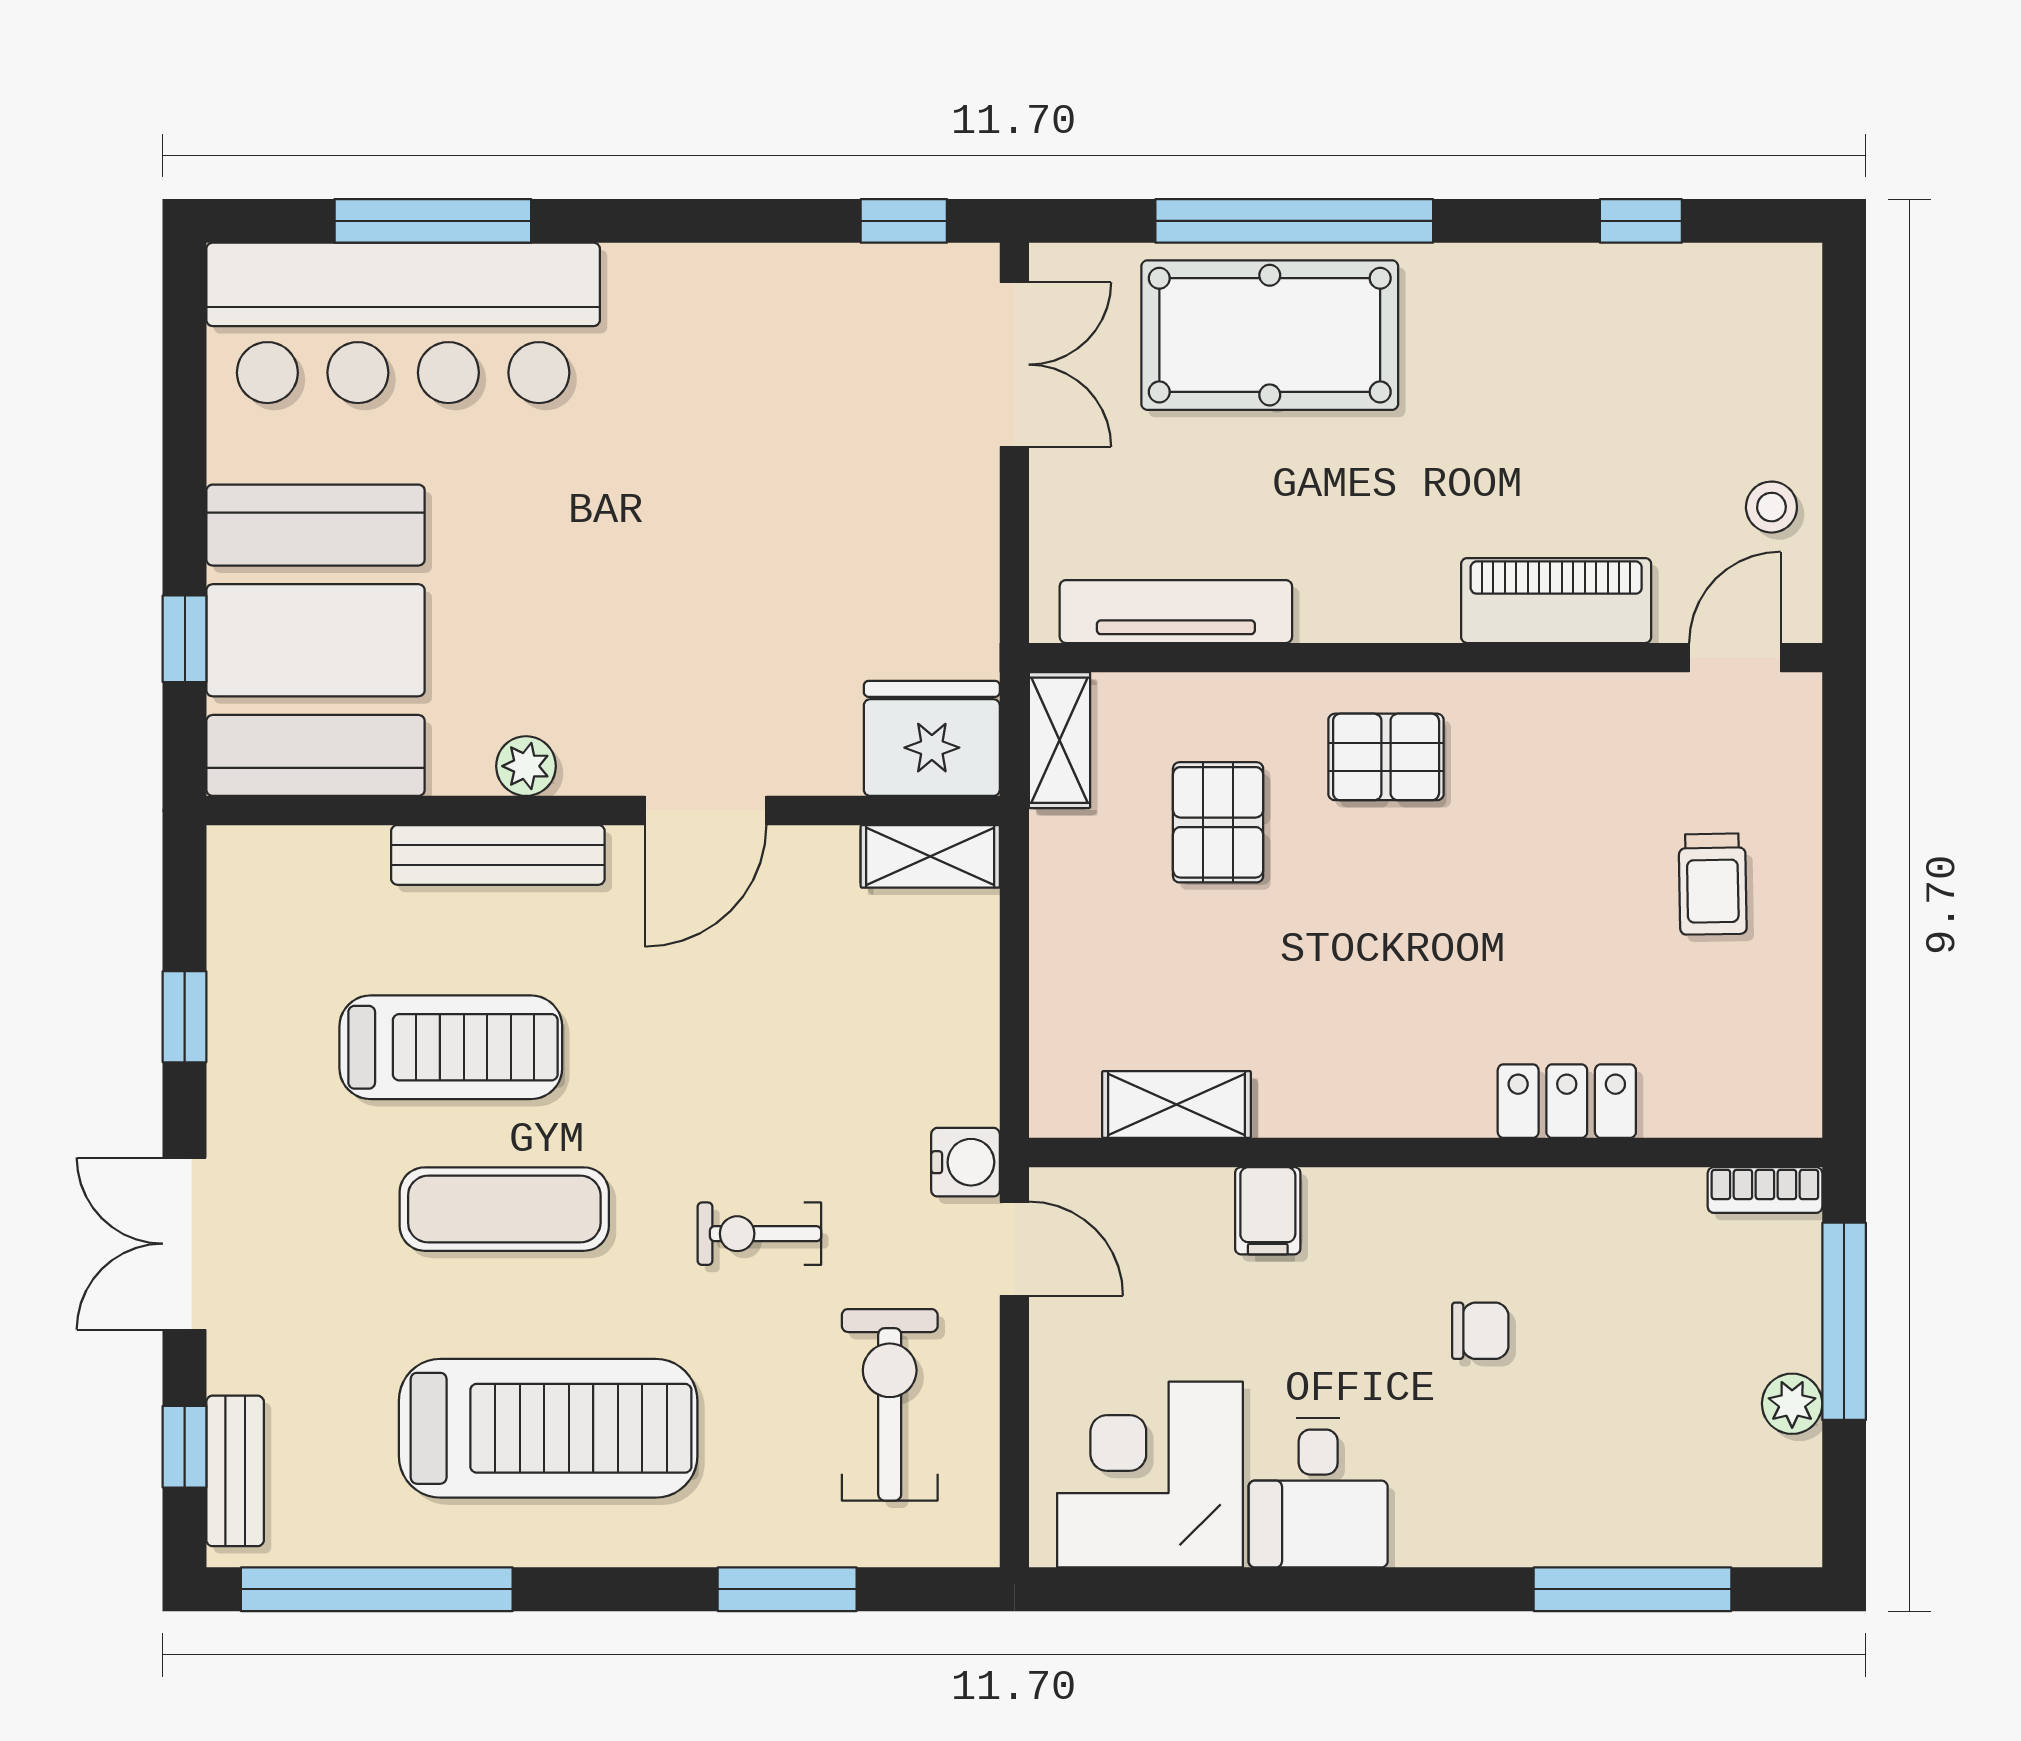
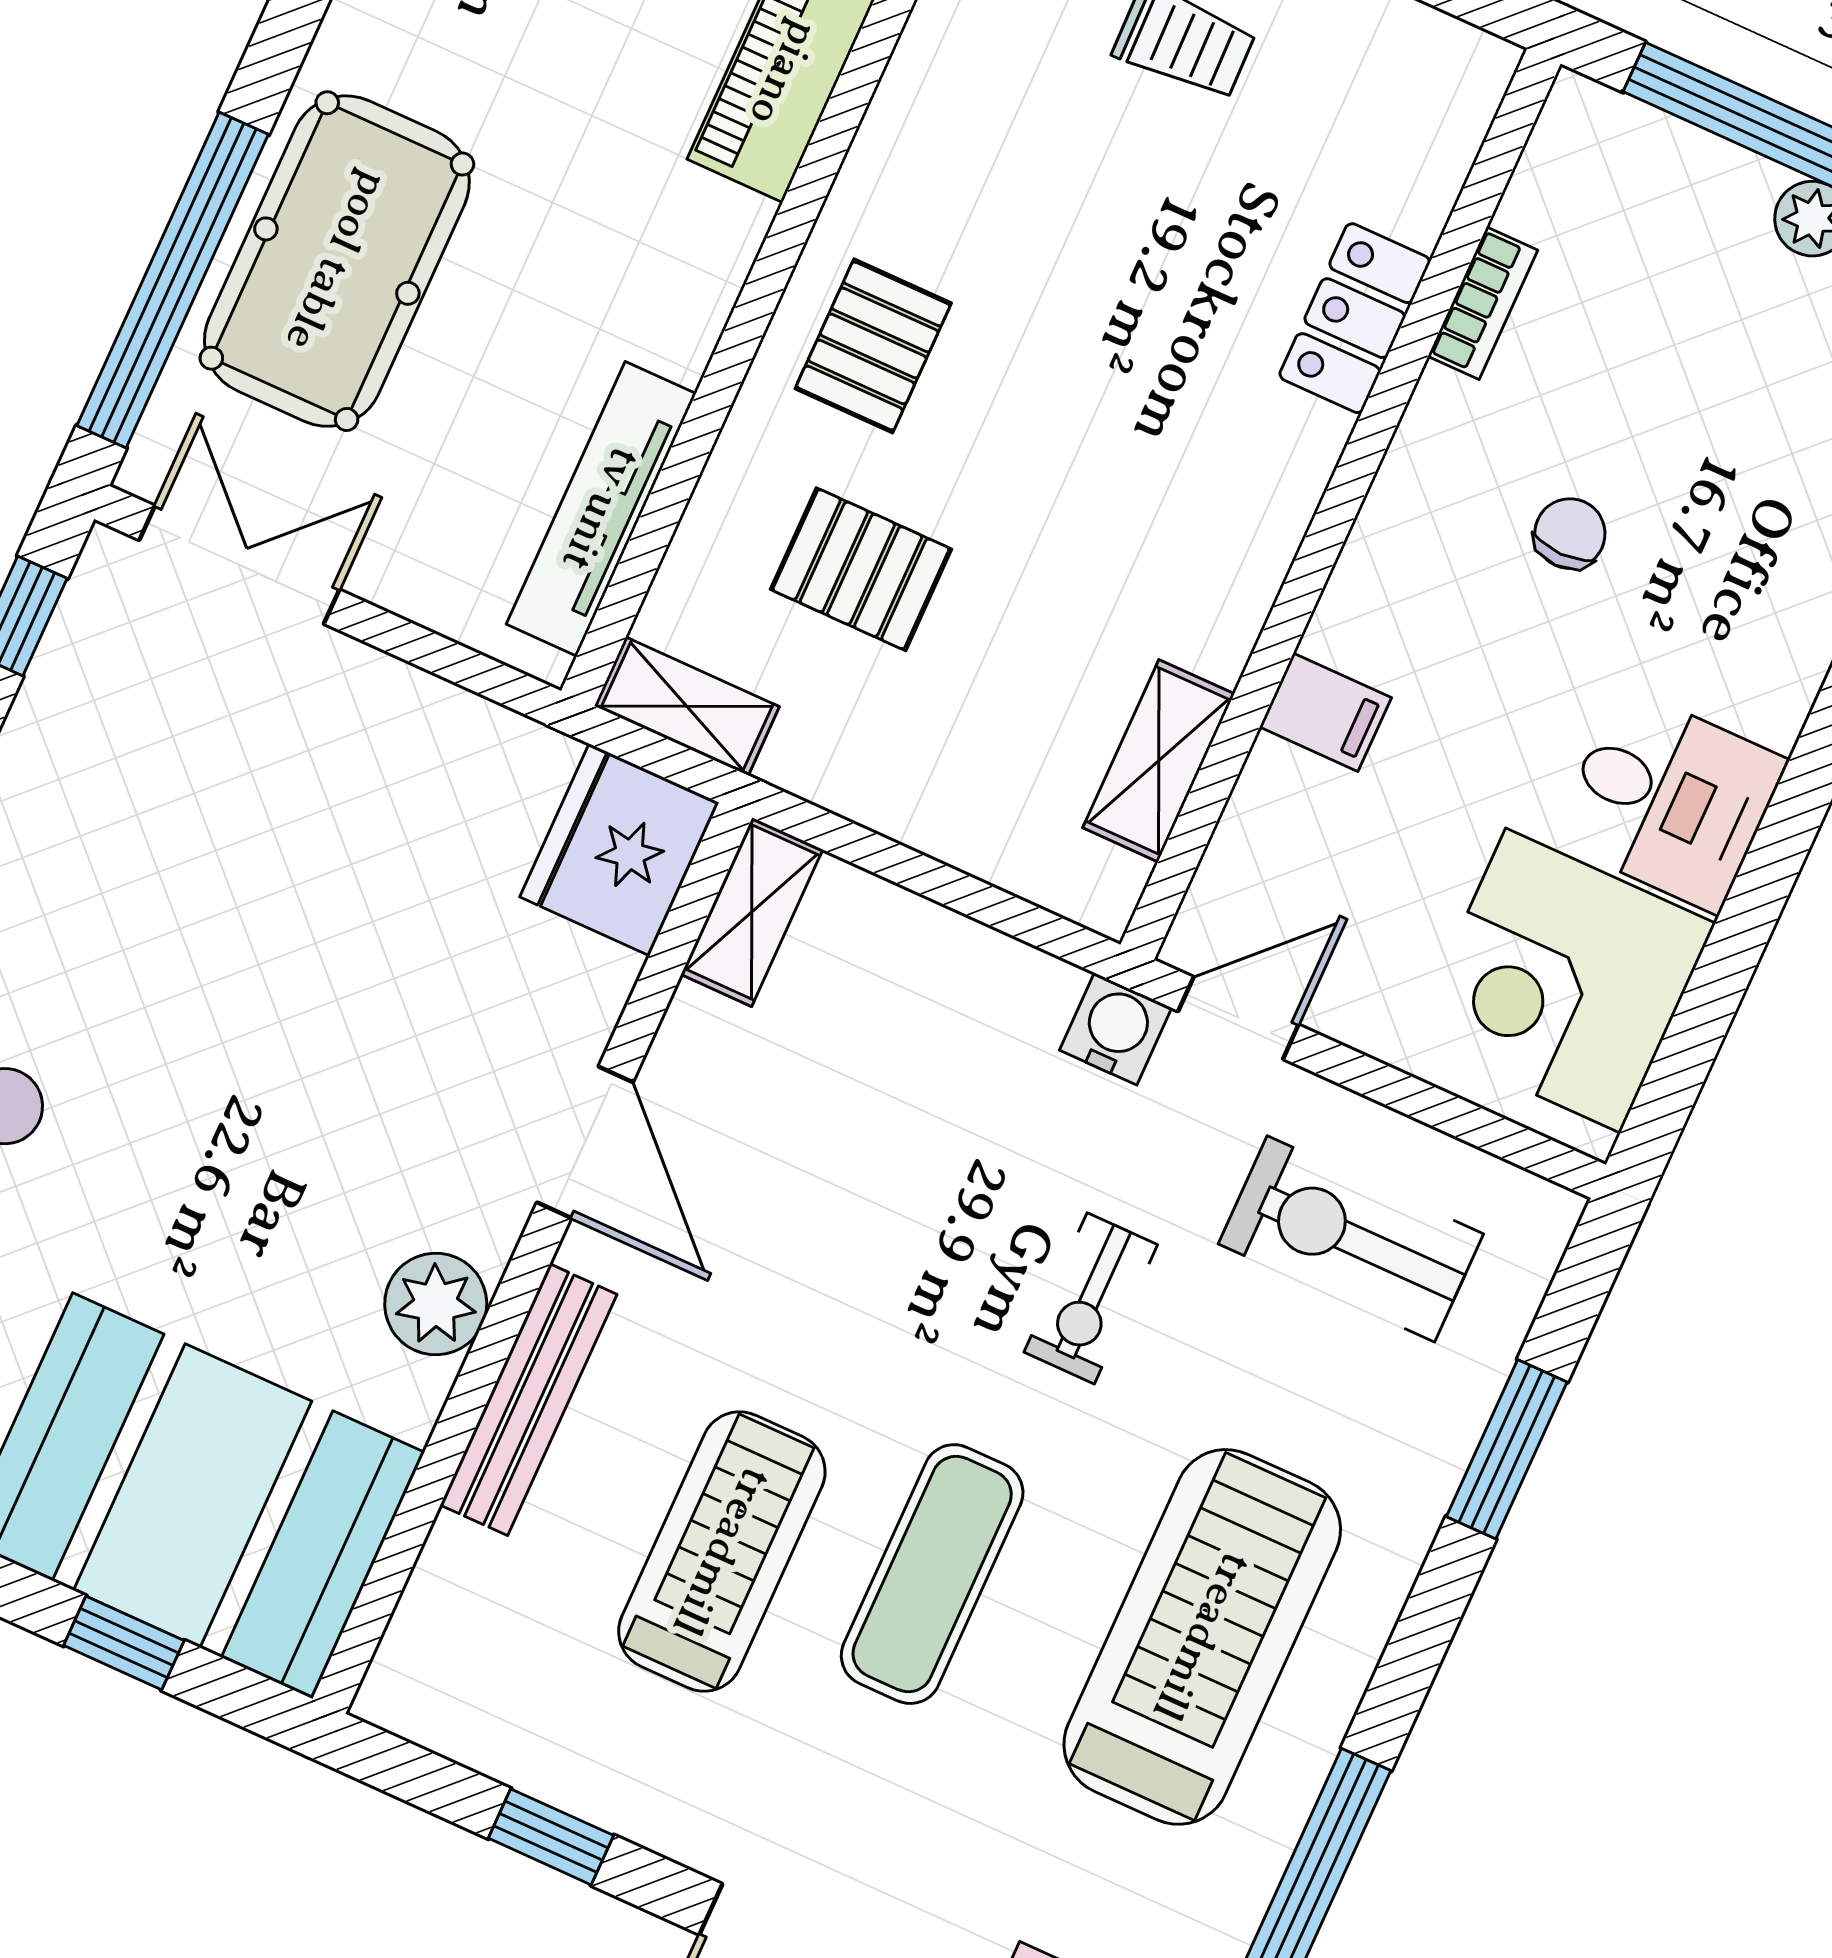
window: (1294, 221) -> (173, 280), moved
plant: (526, 766) -> (436, 1304), width x1.38, depth x1.38
bookcase: (1765, 1190) -> (1483, 303), moved

